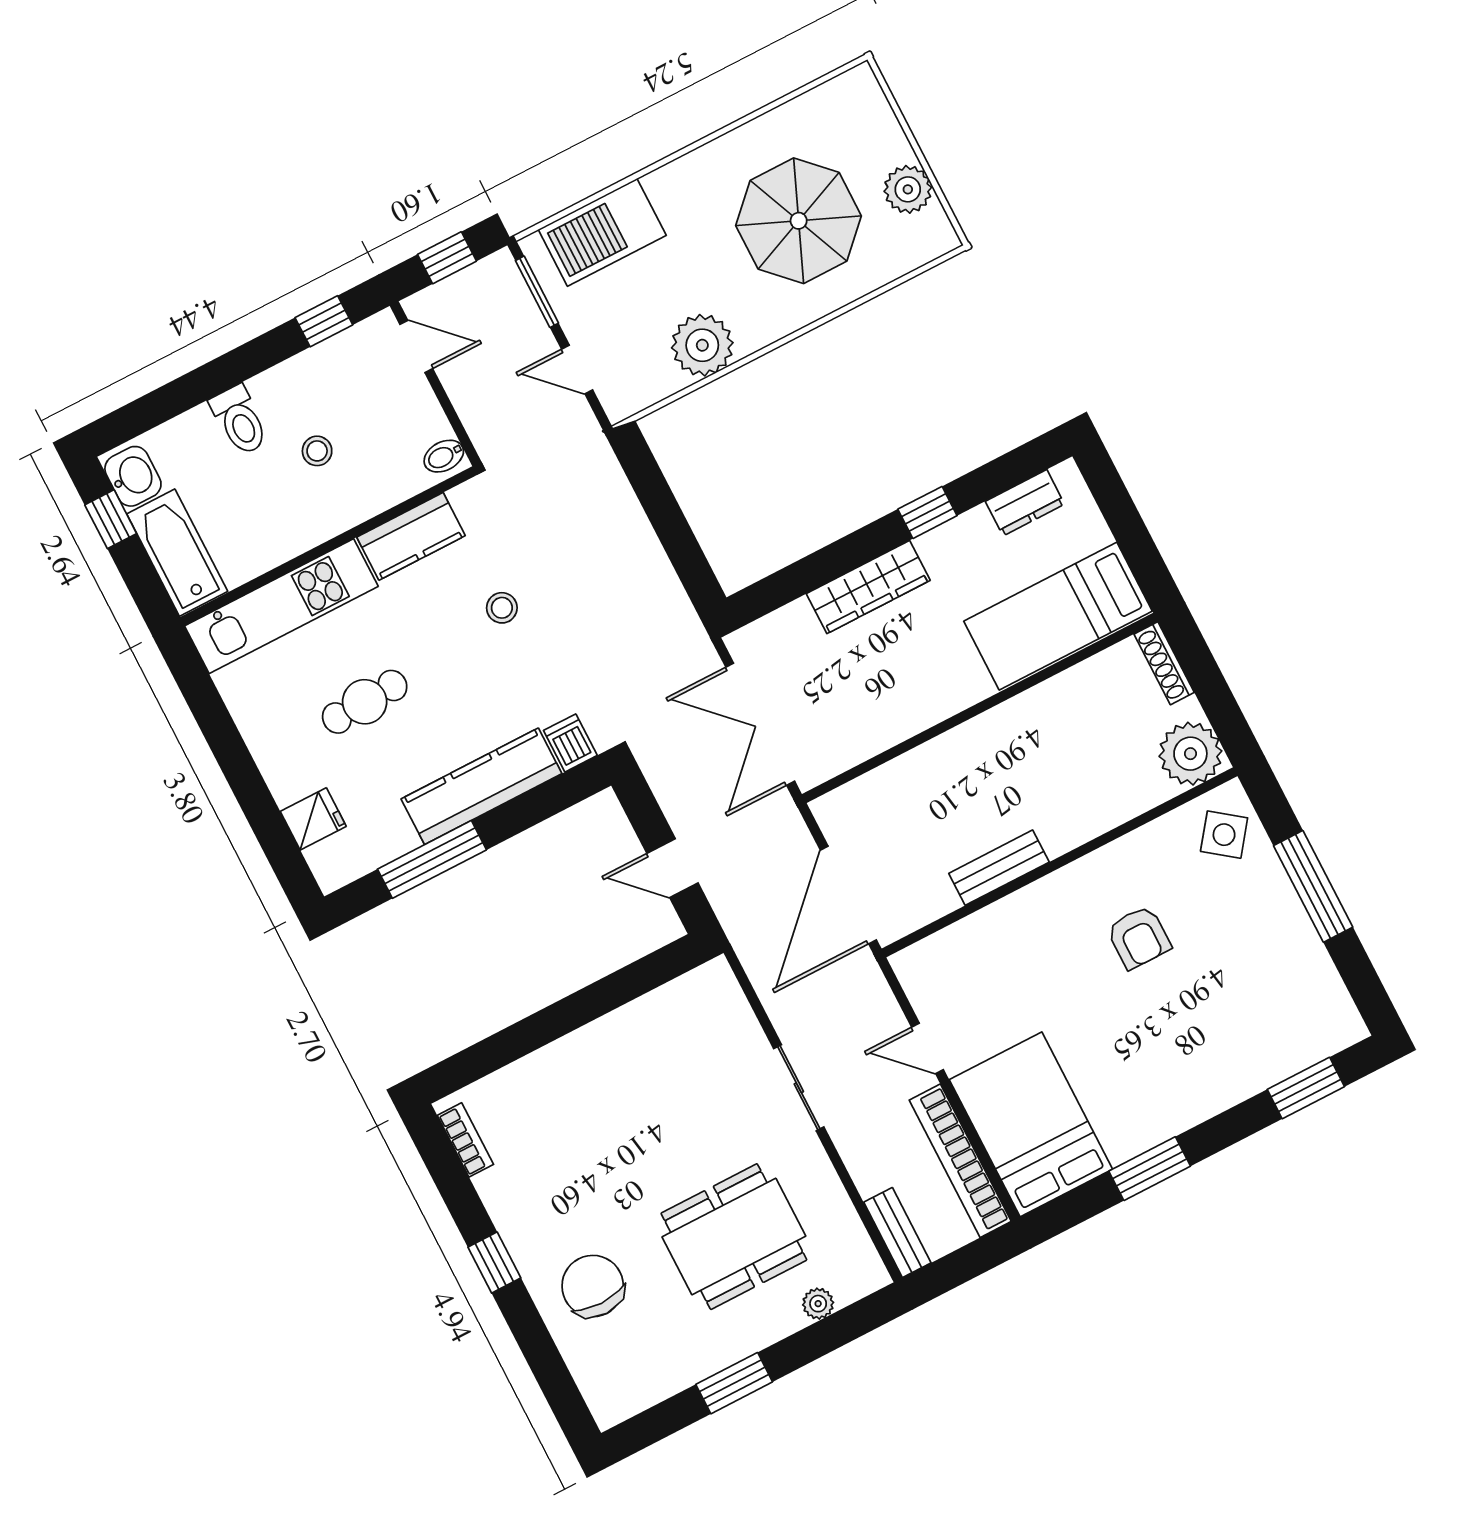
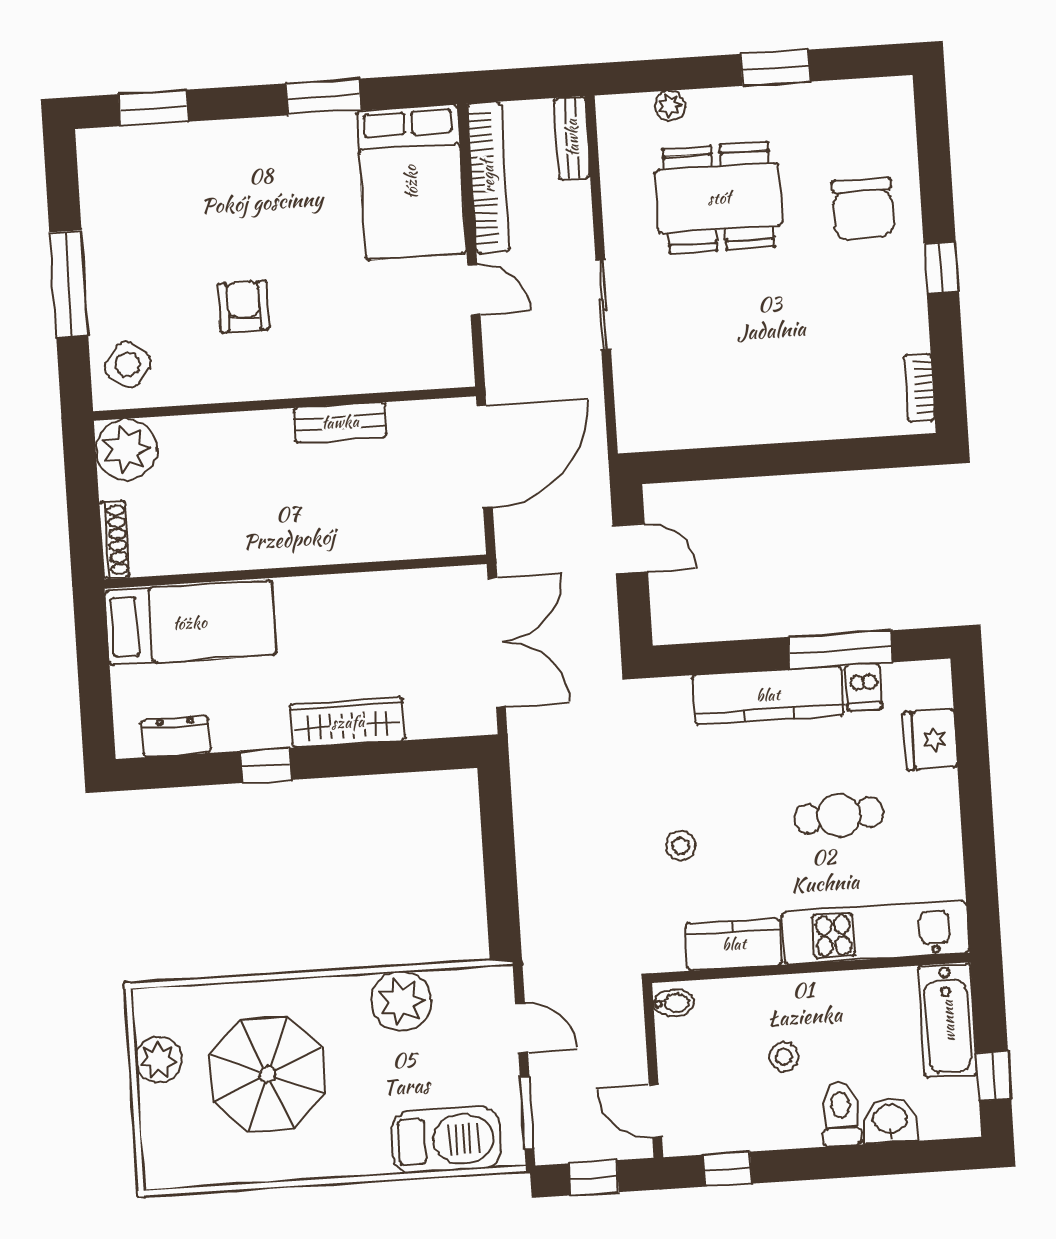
washbasin: (133, 476) -> (890, 1120), moved, turned 90
dishwasher: (570, 743) -> (863, 687), moved
fridge: (313, 819) -> (931, 740), width x1.38

